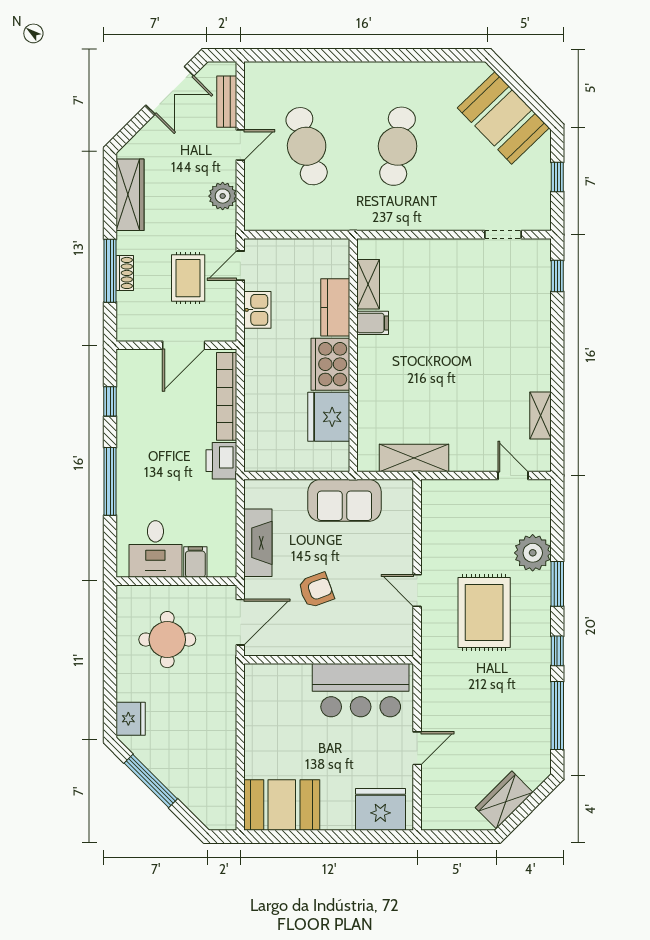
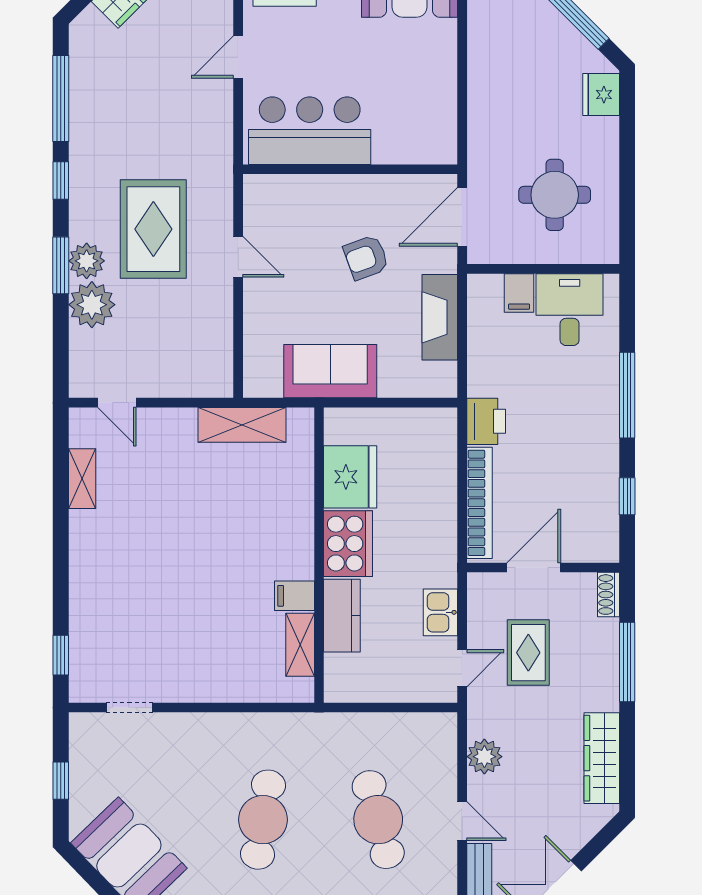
door: (240, 145) -> (462, 821), swing flipped
shoe rack: (125, 273) -> (608, 595), moved
plant: (537, 587) -> (87, 261), added

